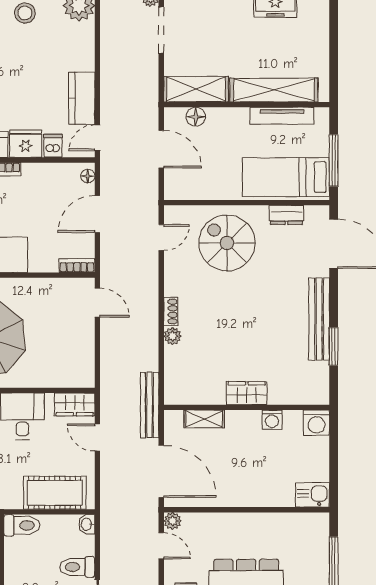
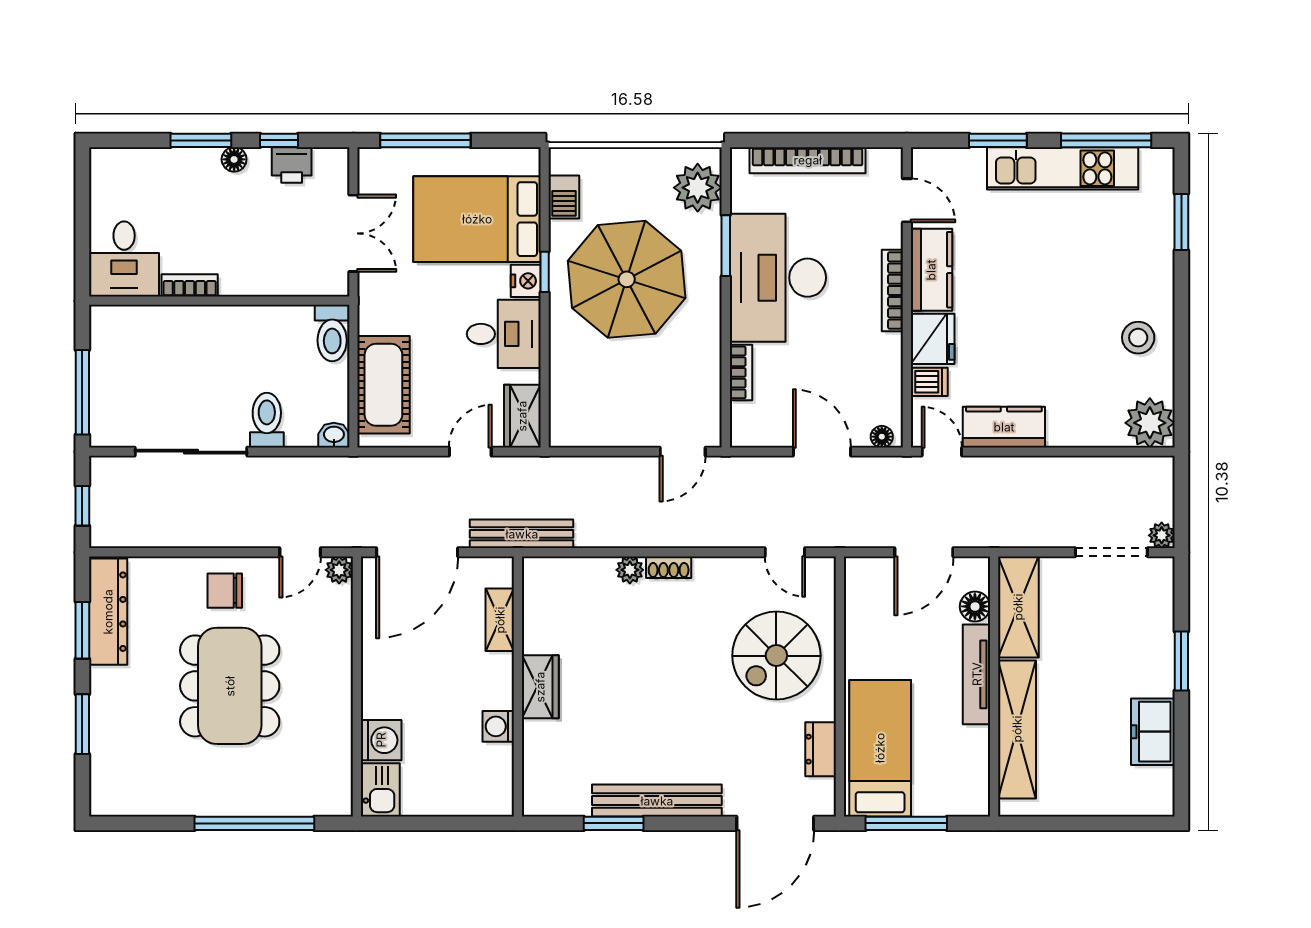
tv unit: (282, 116) -> (977, 674), moved
spiral stairs: (227, 243) -> (776, 656), turned 180
bookcase: (77, 265) -> (741, 372), moved
washing machine: (316, 423) -> (381, 740), moved, turned 180

